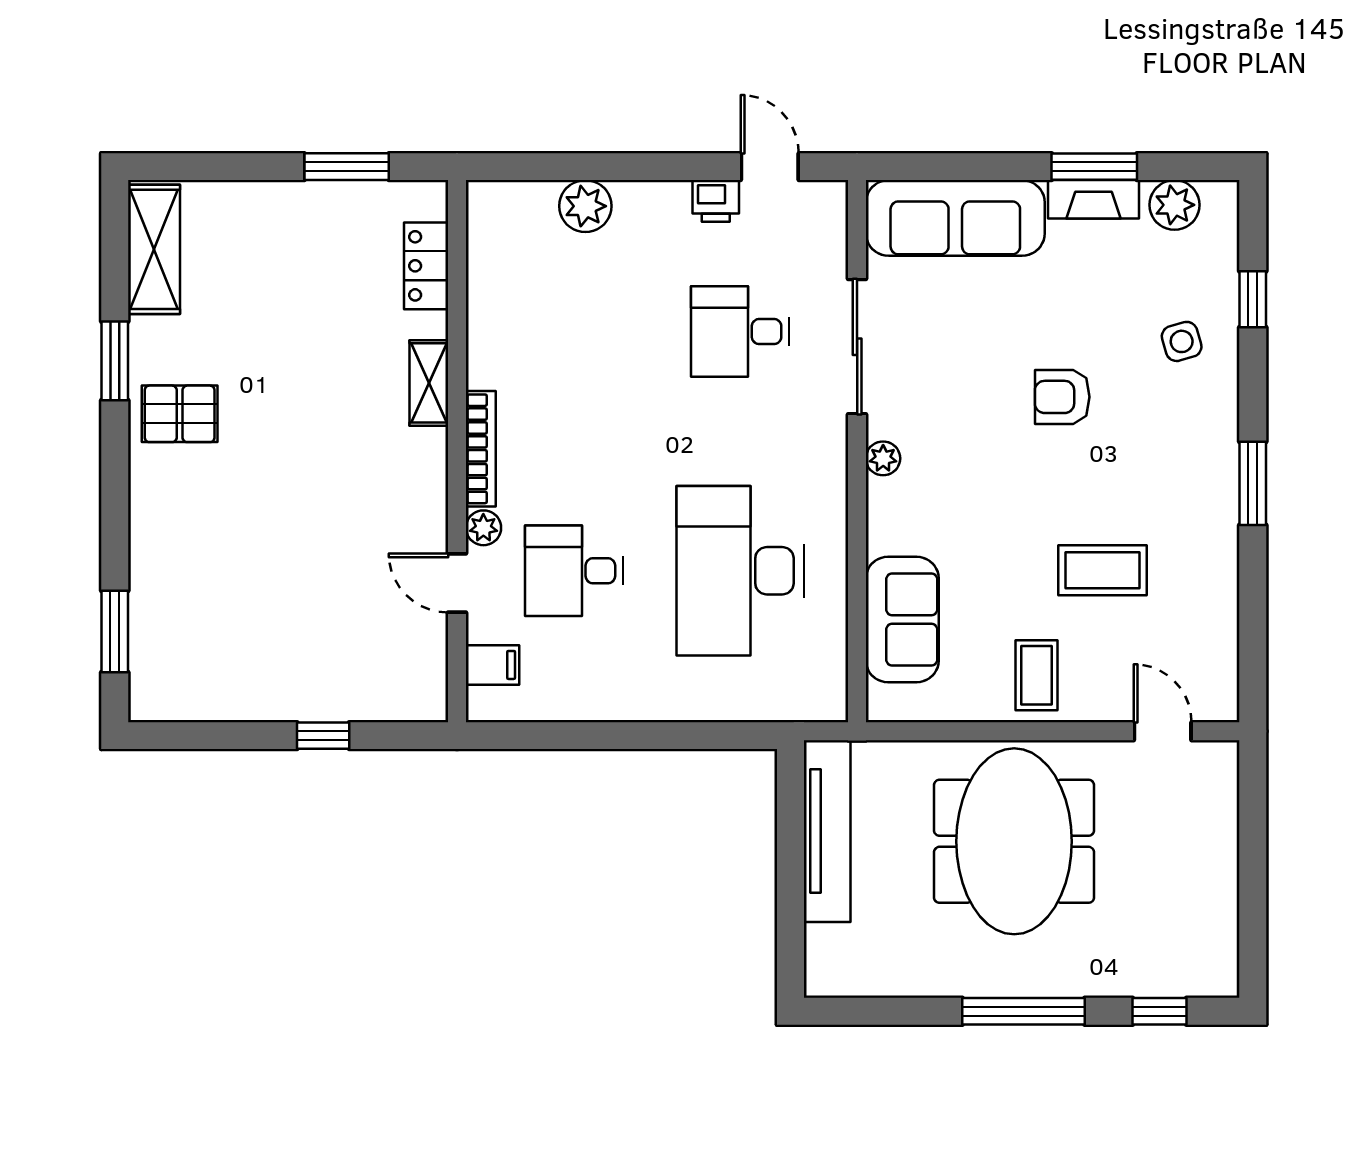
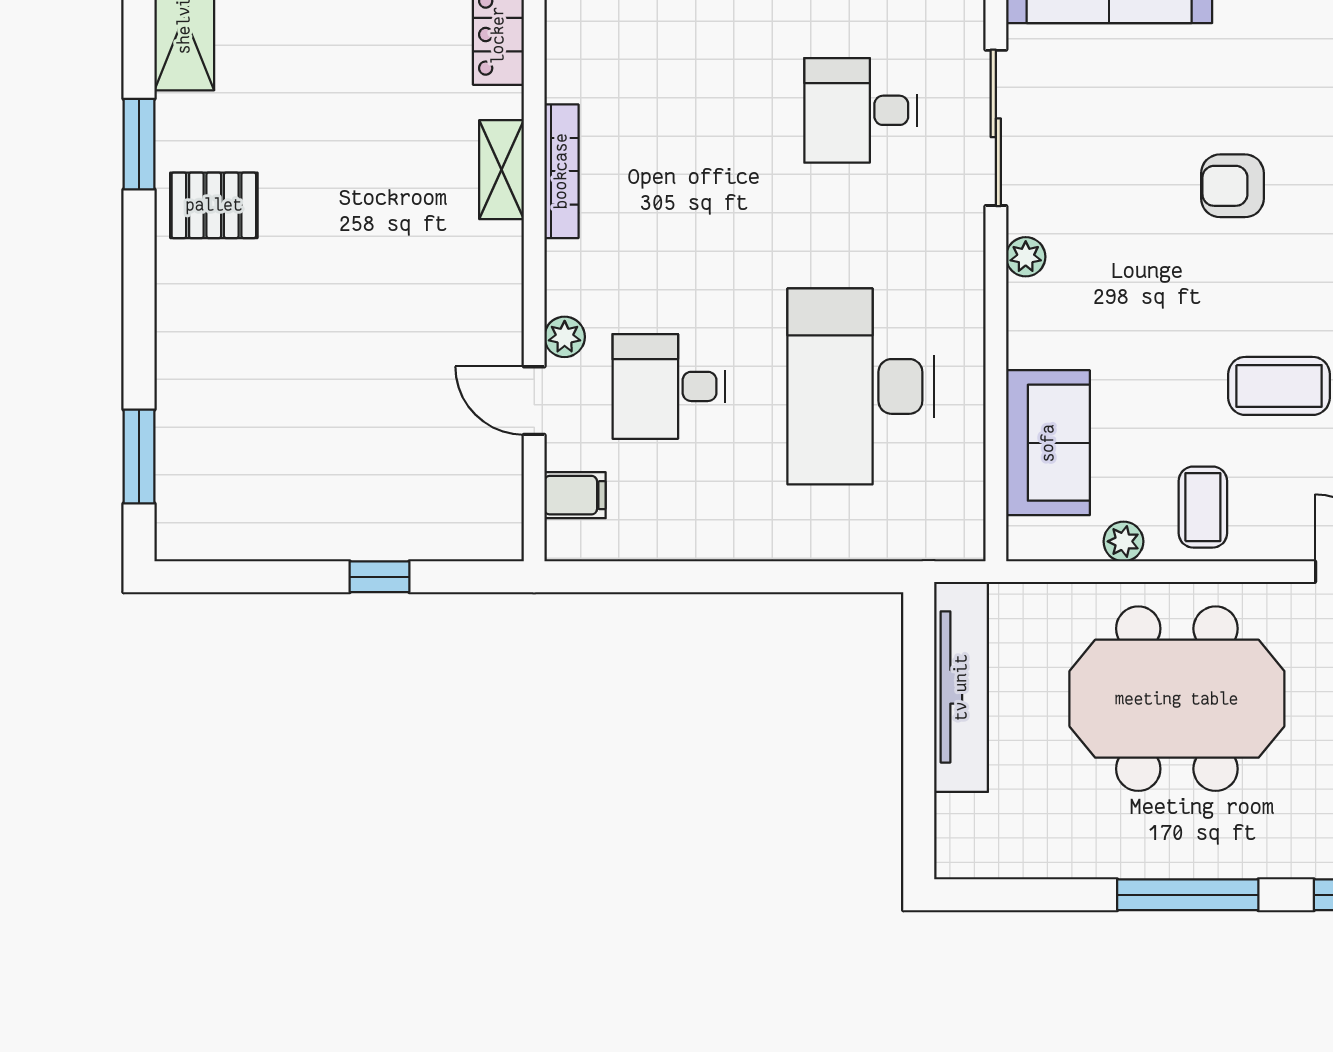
bookcase: (481, 449) -> (561, 171), moved
plant: (968, 705) -> (1123, 541), added
meeting table: (1014, 841) -> (1177, 699), turned 90

